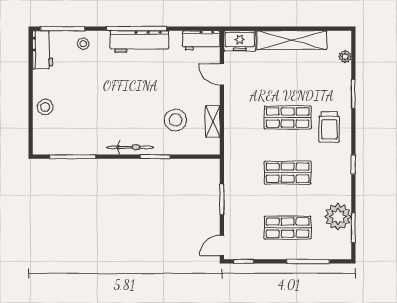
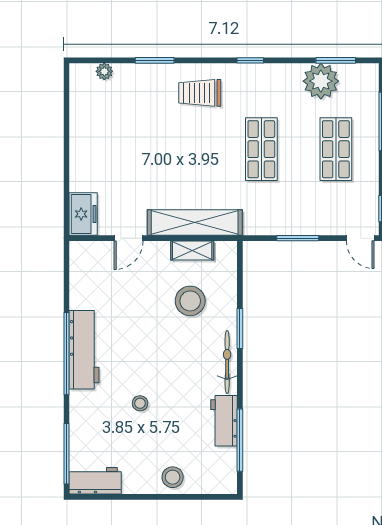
workbench: (201, 40) -> (224, 421), moved, turned 180
shelving: (292, 40) -> (195, 223), moved, turned 90
stool: (83, 44) -> (140, 403), moved
shop shelf: (288, 118) -> (187, 149), removed
trolley: (329, 127) -> (200, 93), turned 180

